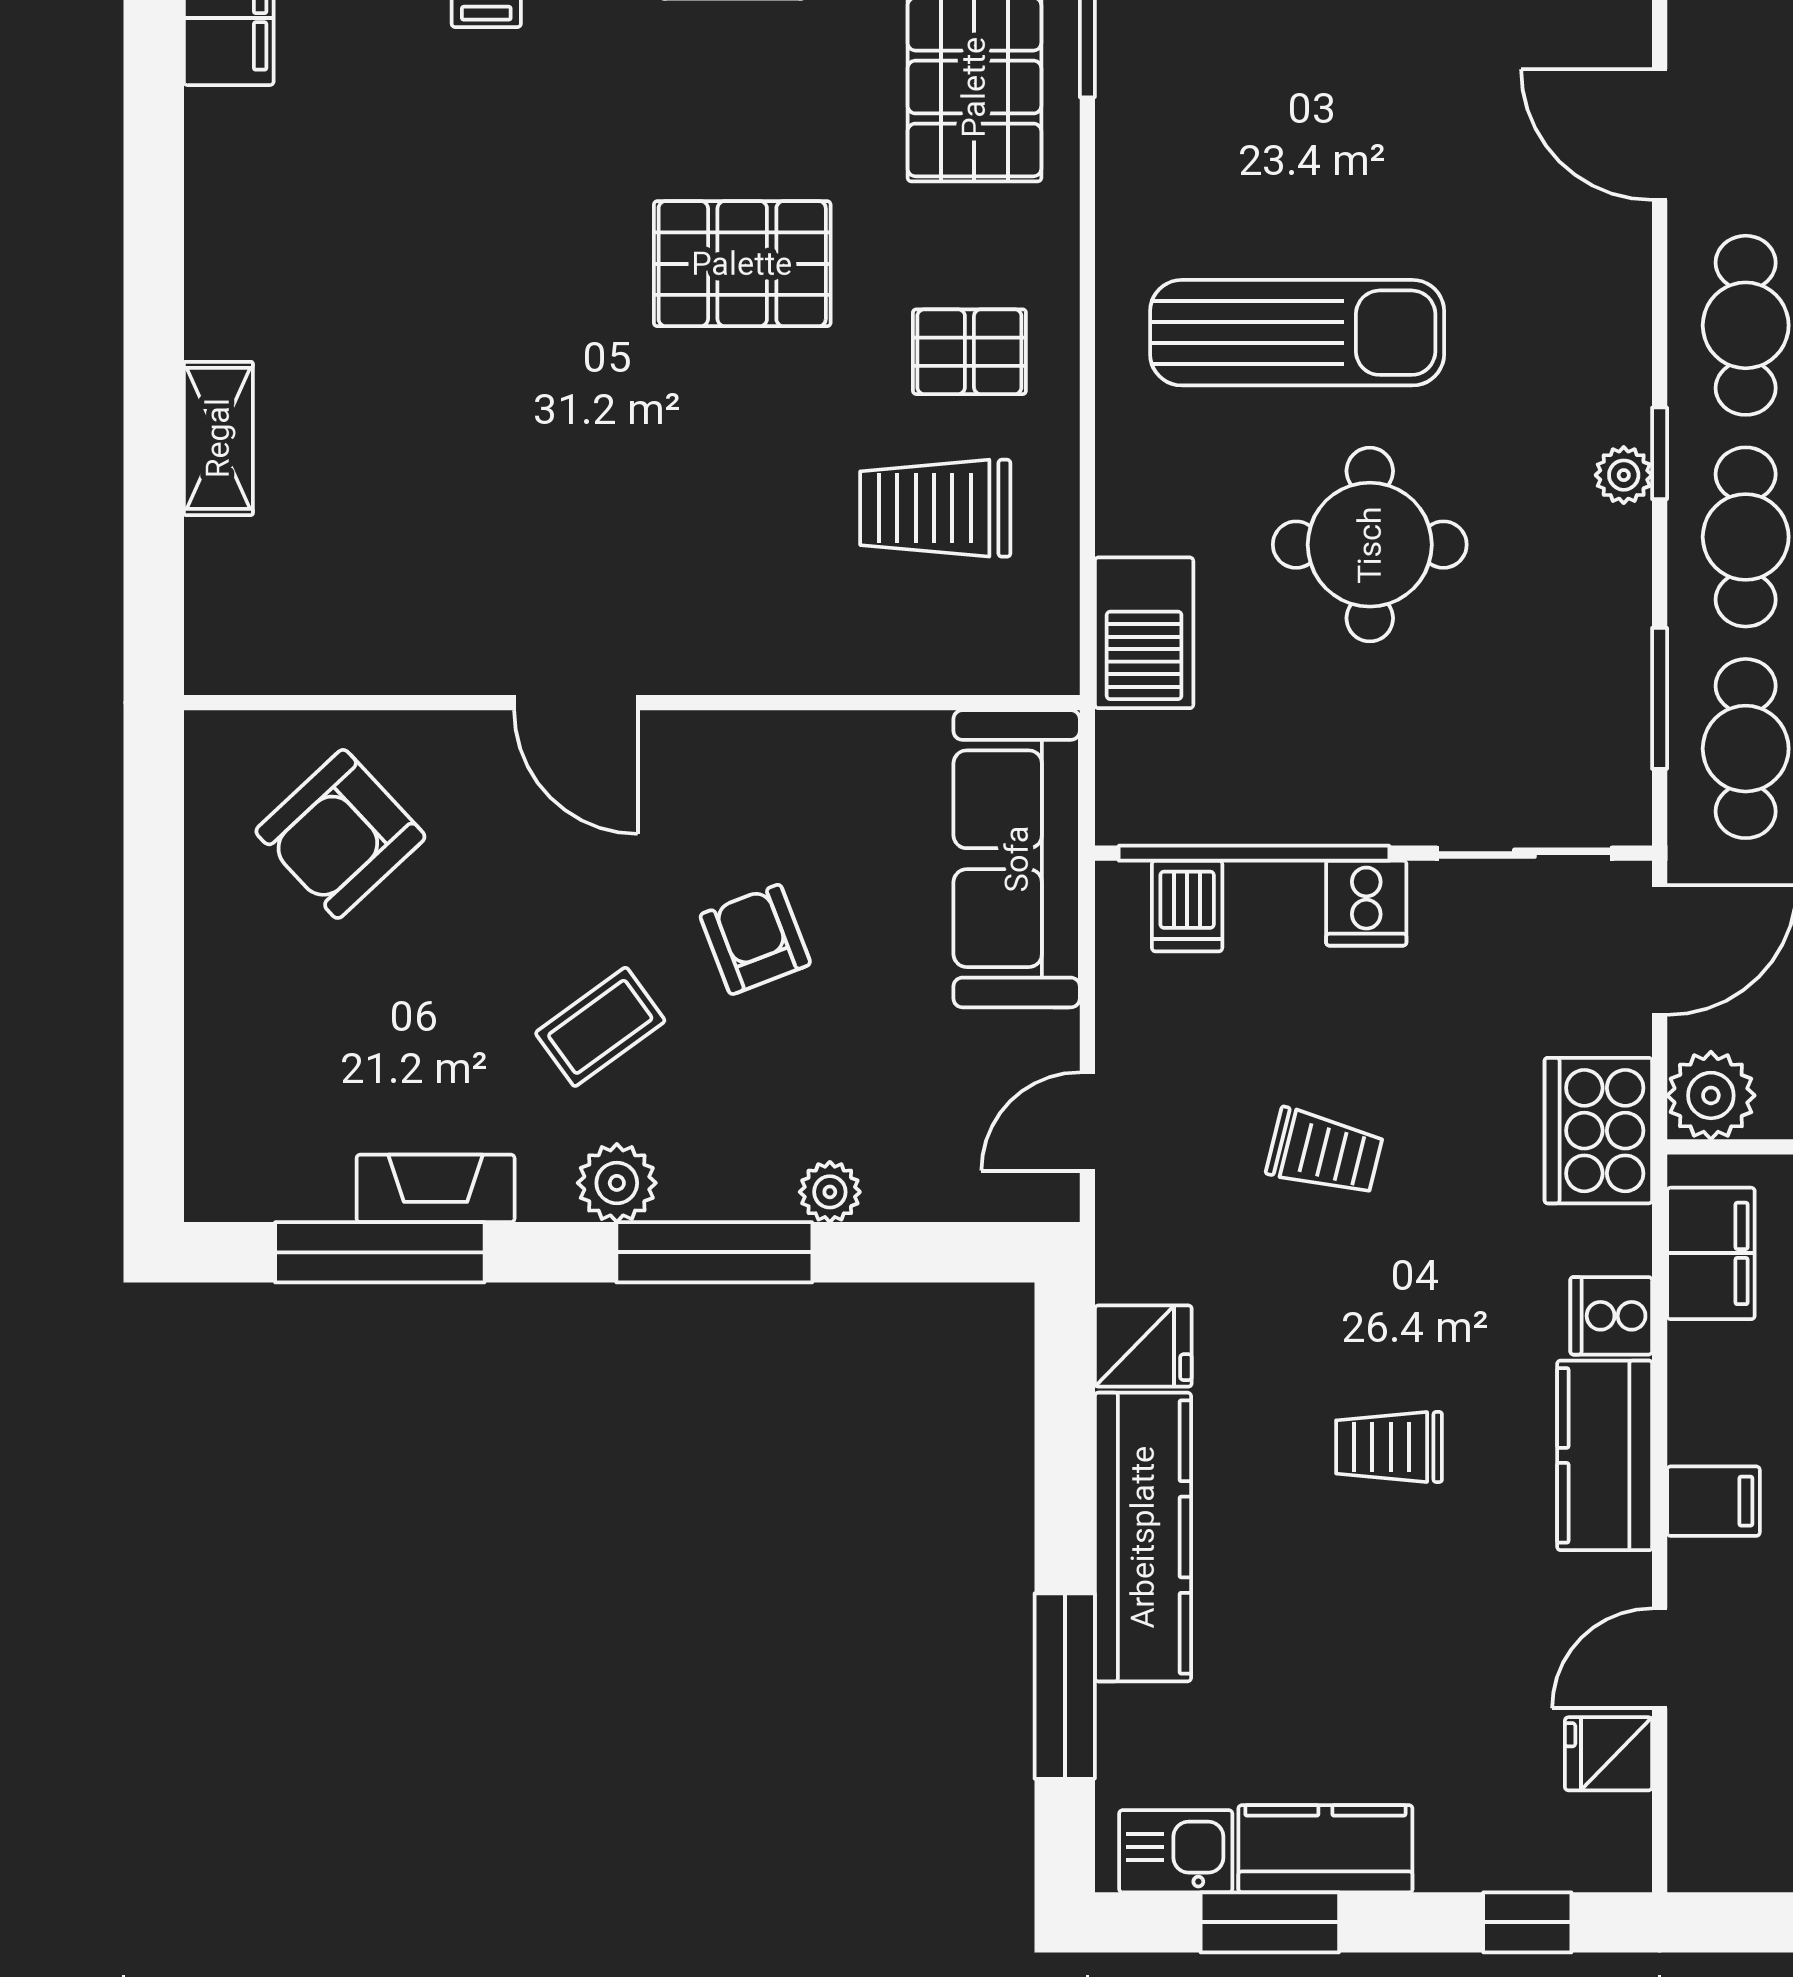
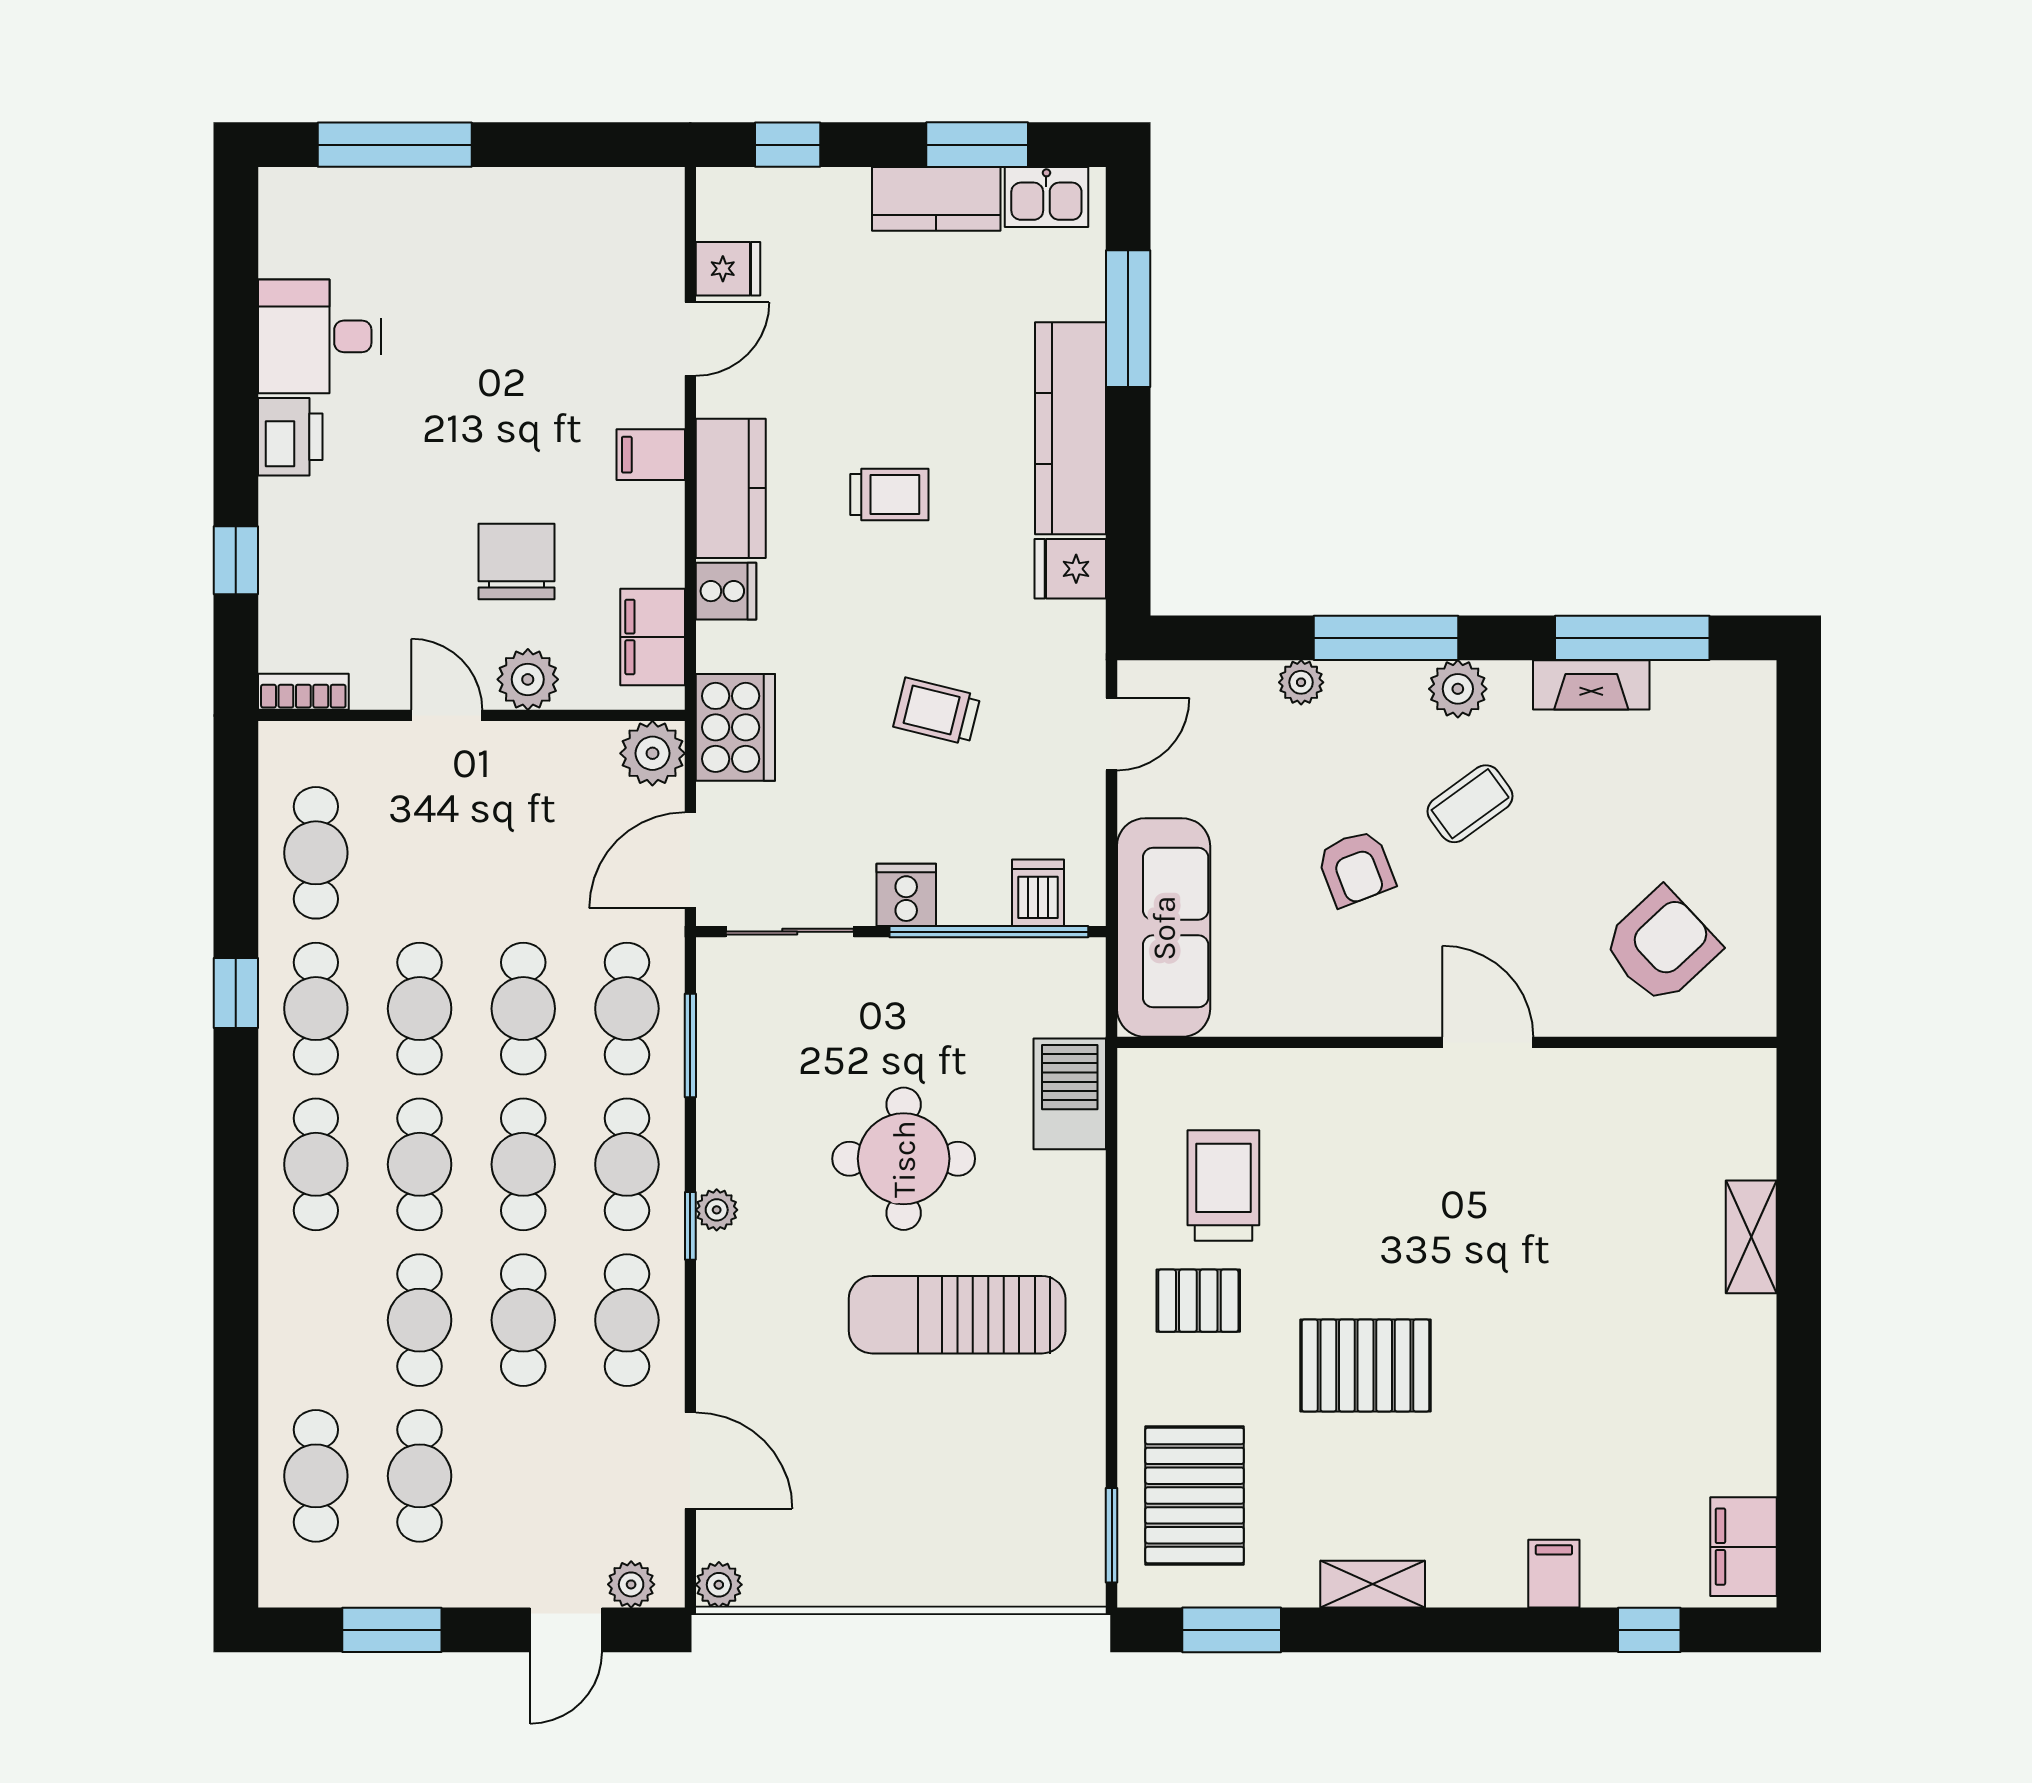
trolley: (935, 508) -> (1223, 1186), turned -90

